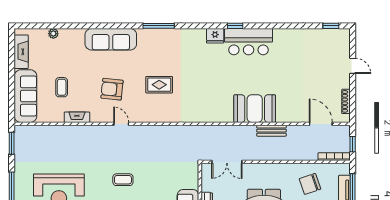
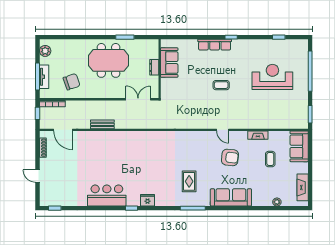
bar counter: (249, 42) -> (107, 195), moved
rug: (159, 85) -> (189, 181), moved, turned 90
sofa: (25, 96) -> (299, 146), width x0.73
booth: (255, 109) -> (116, 142), removed

